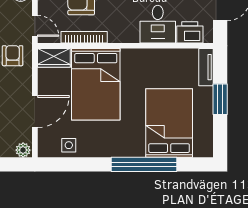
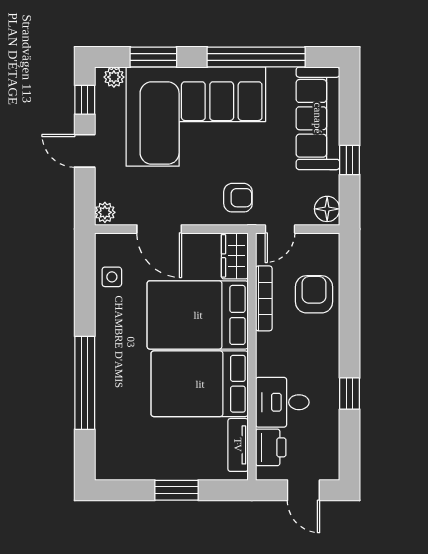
tv unit: (206, 67) -> (238, 445), moved, turned -90
bed: (169, 123) -> (200, 384), moved, turned 180

